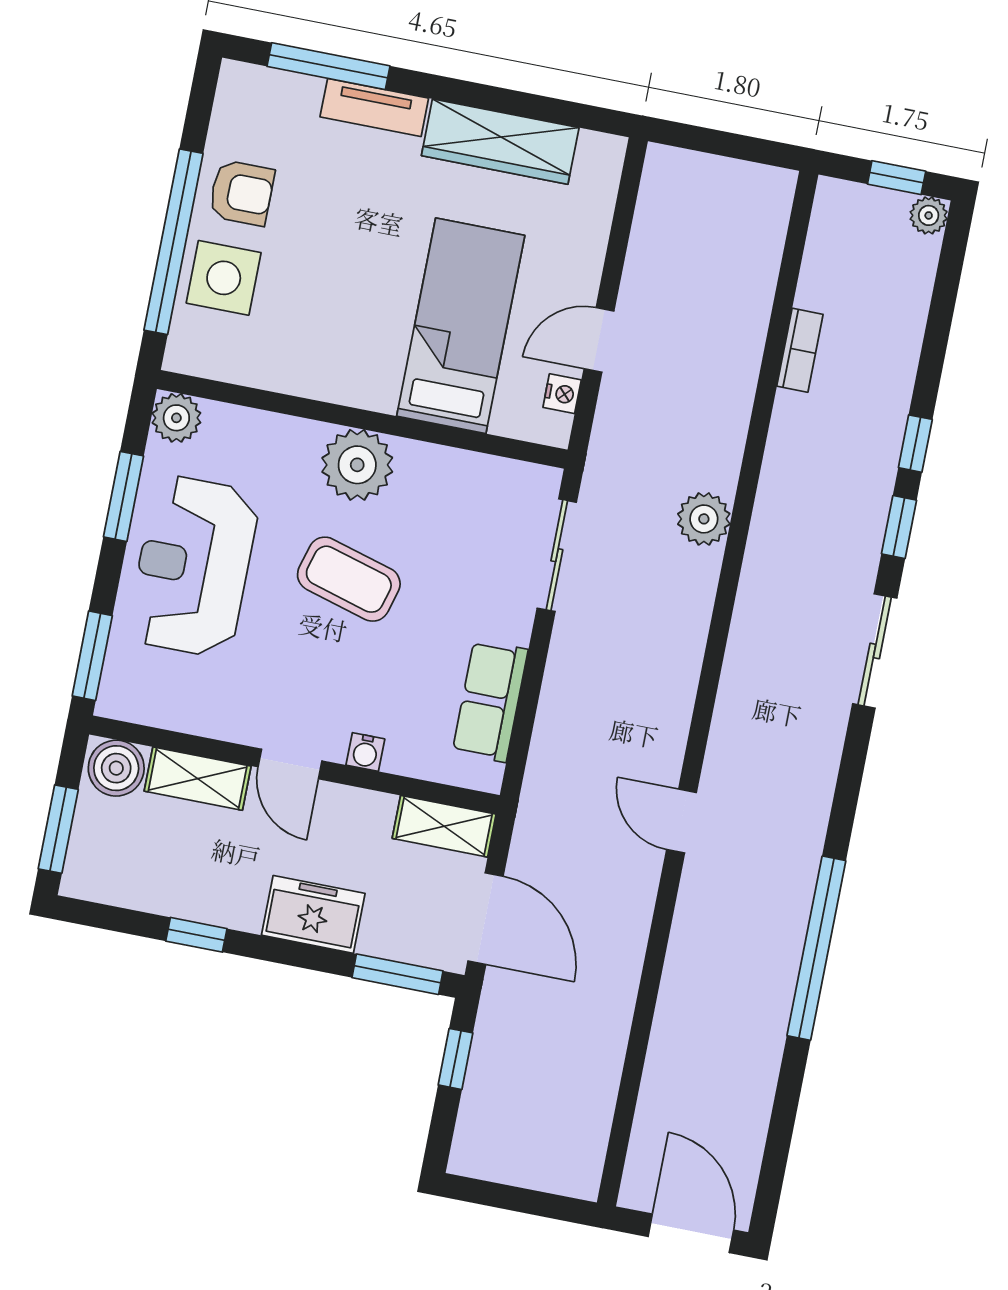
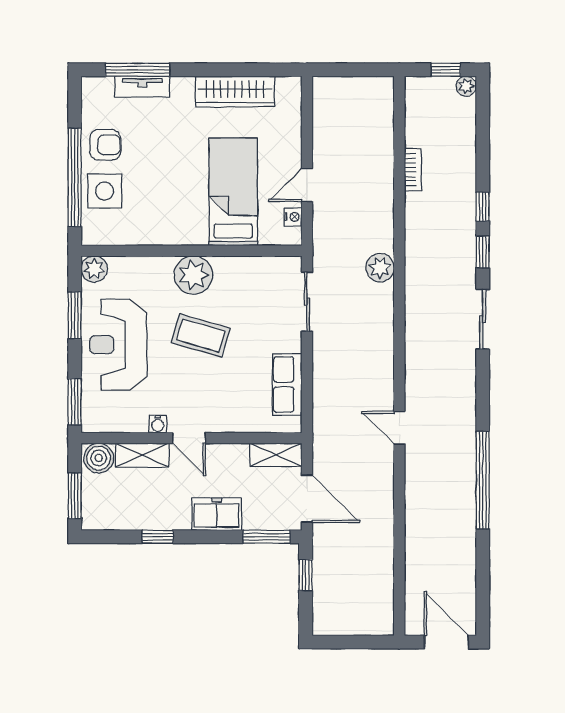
tv unit: (374, 108) -> (142, 87), moved
water cooler: (365, 752) -> (158, 424), moved

